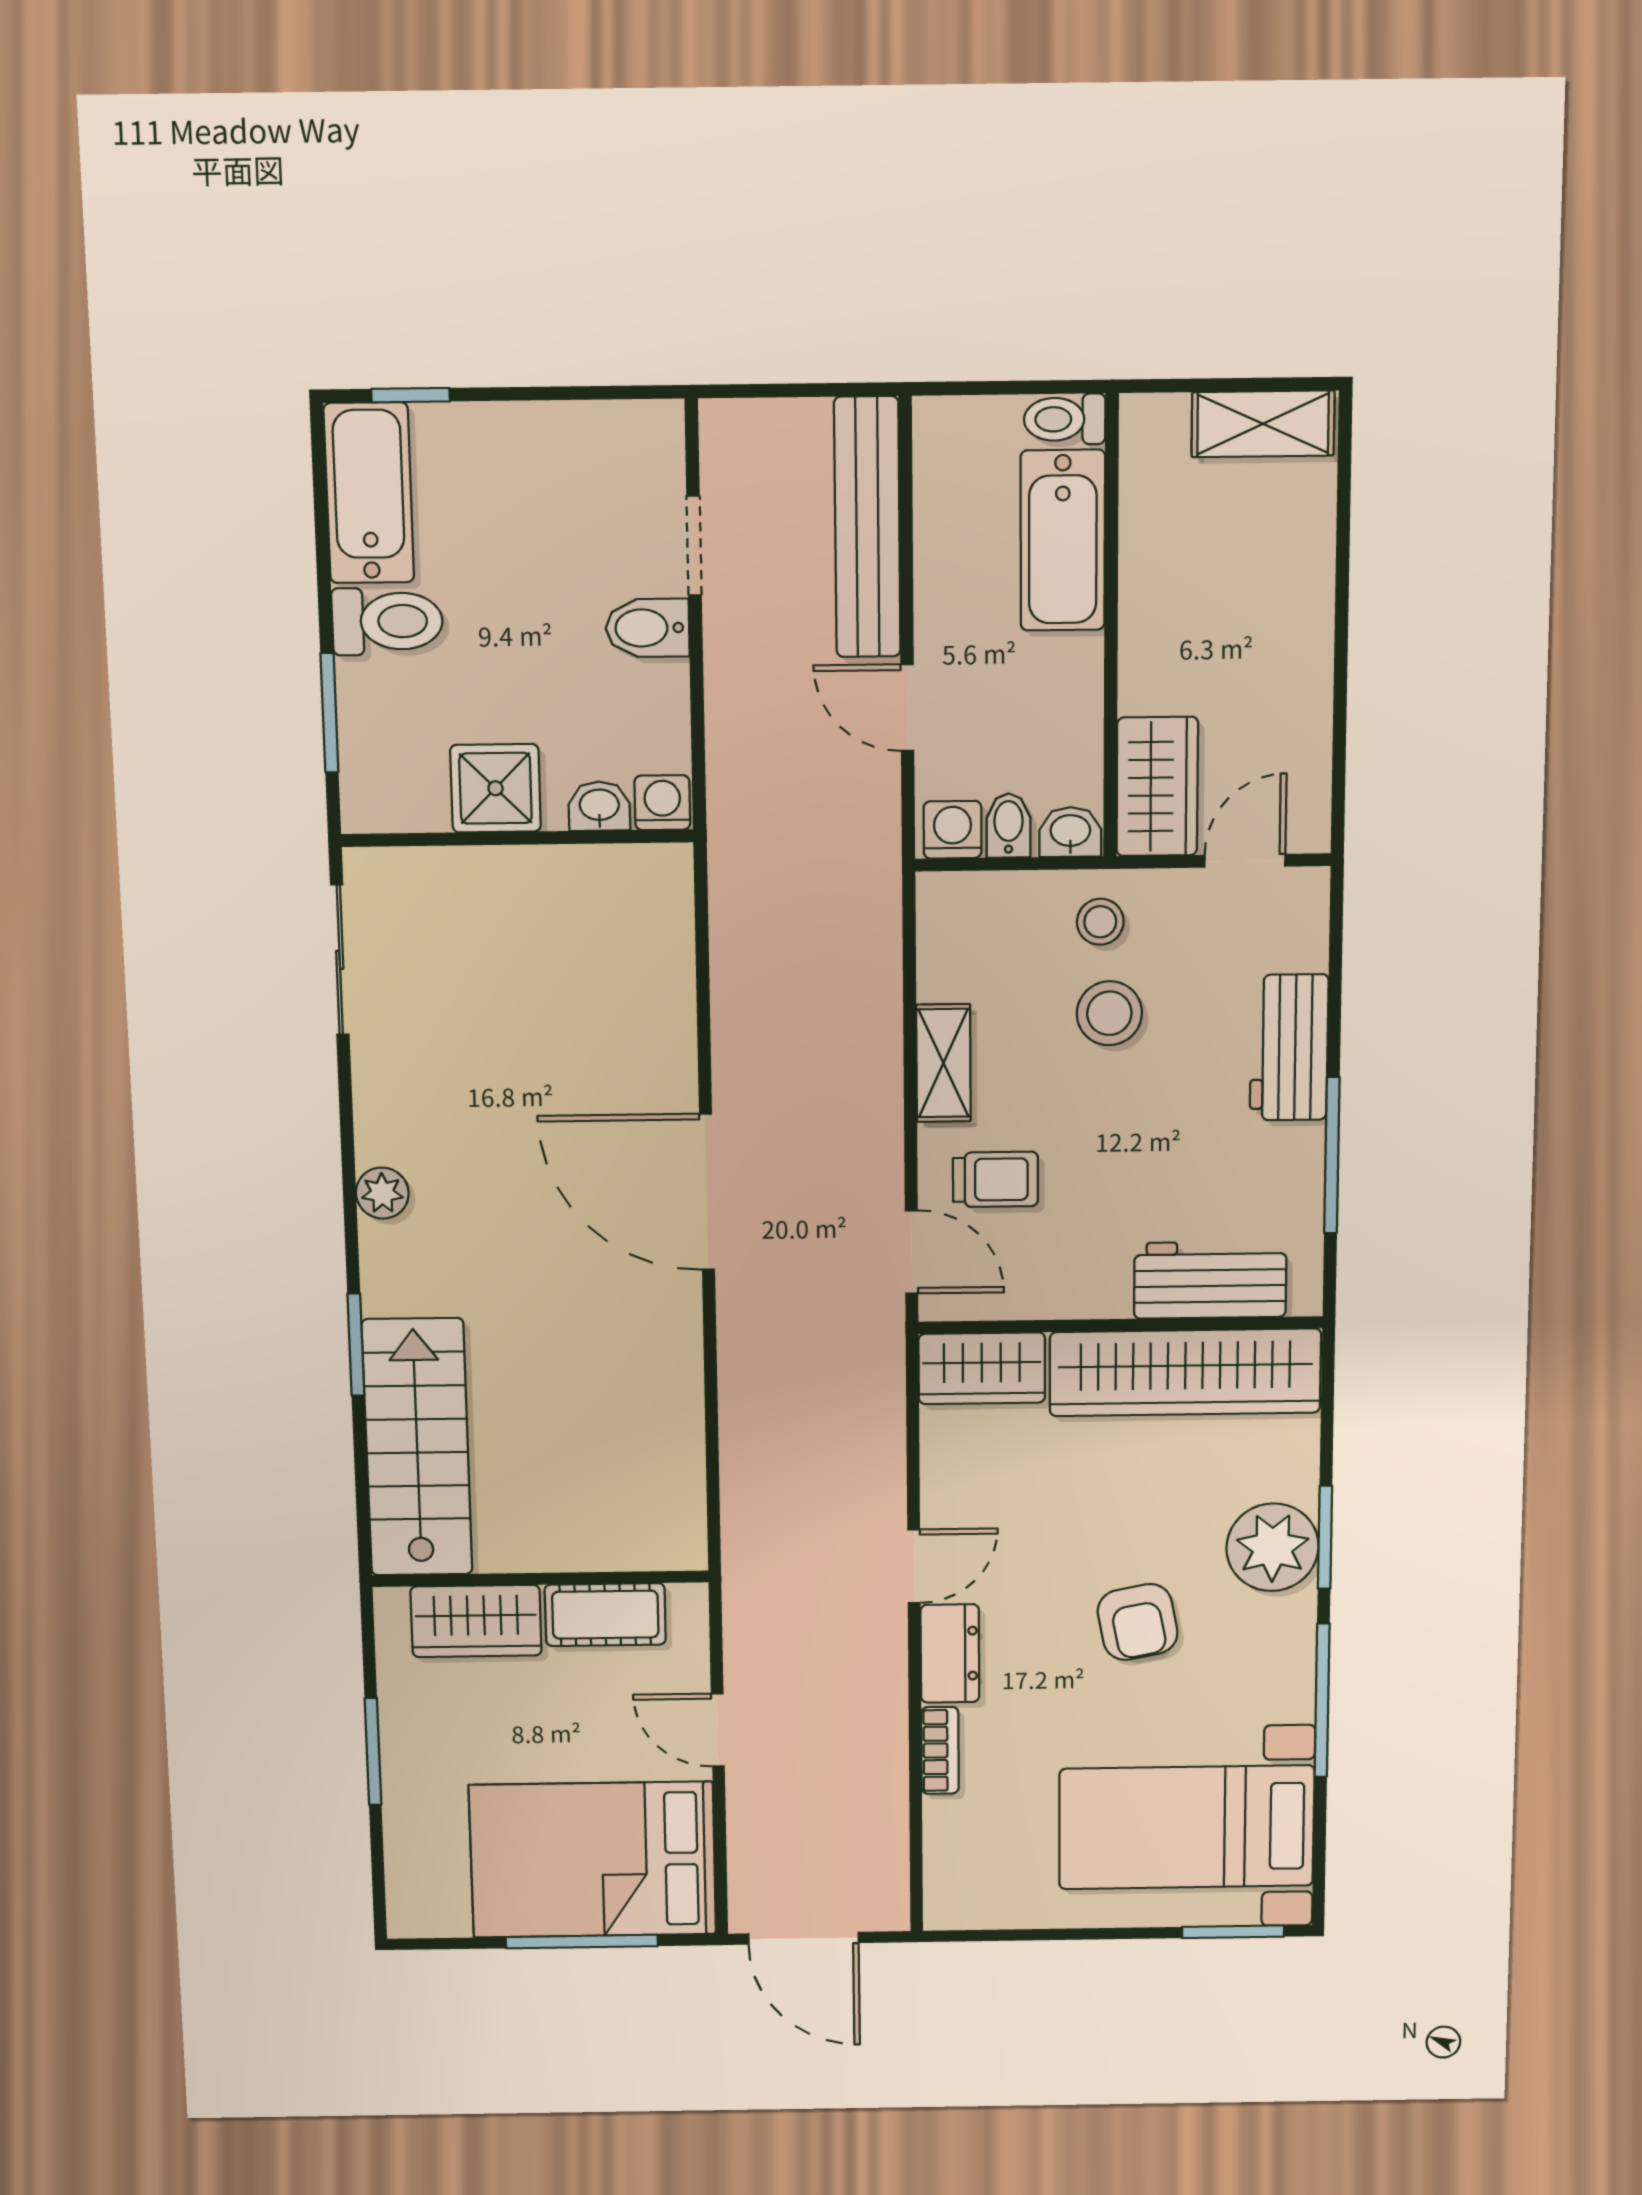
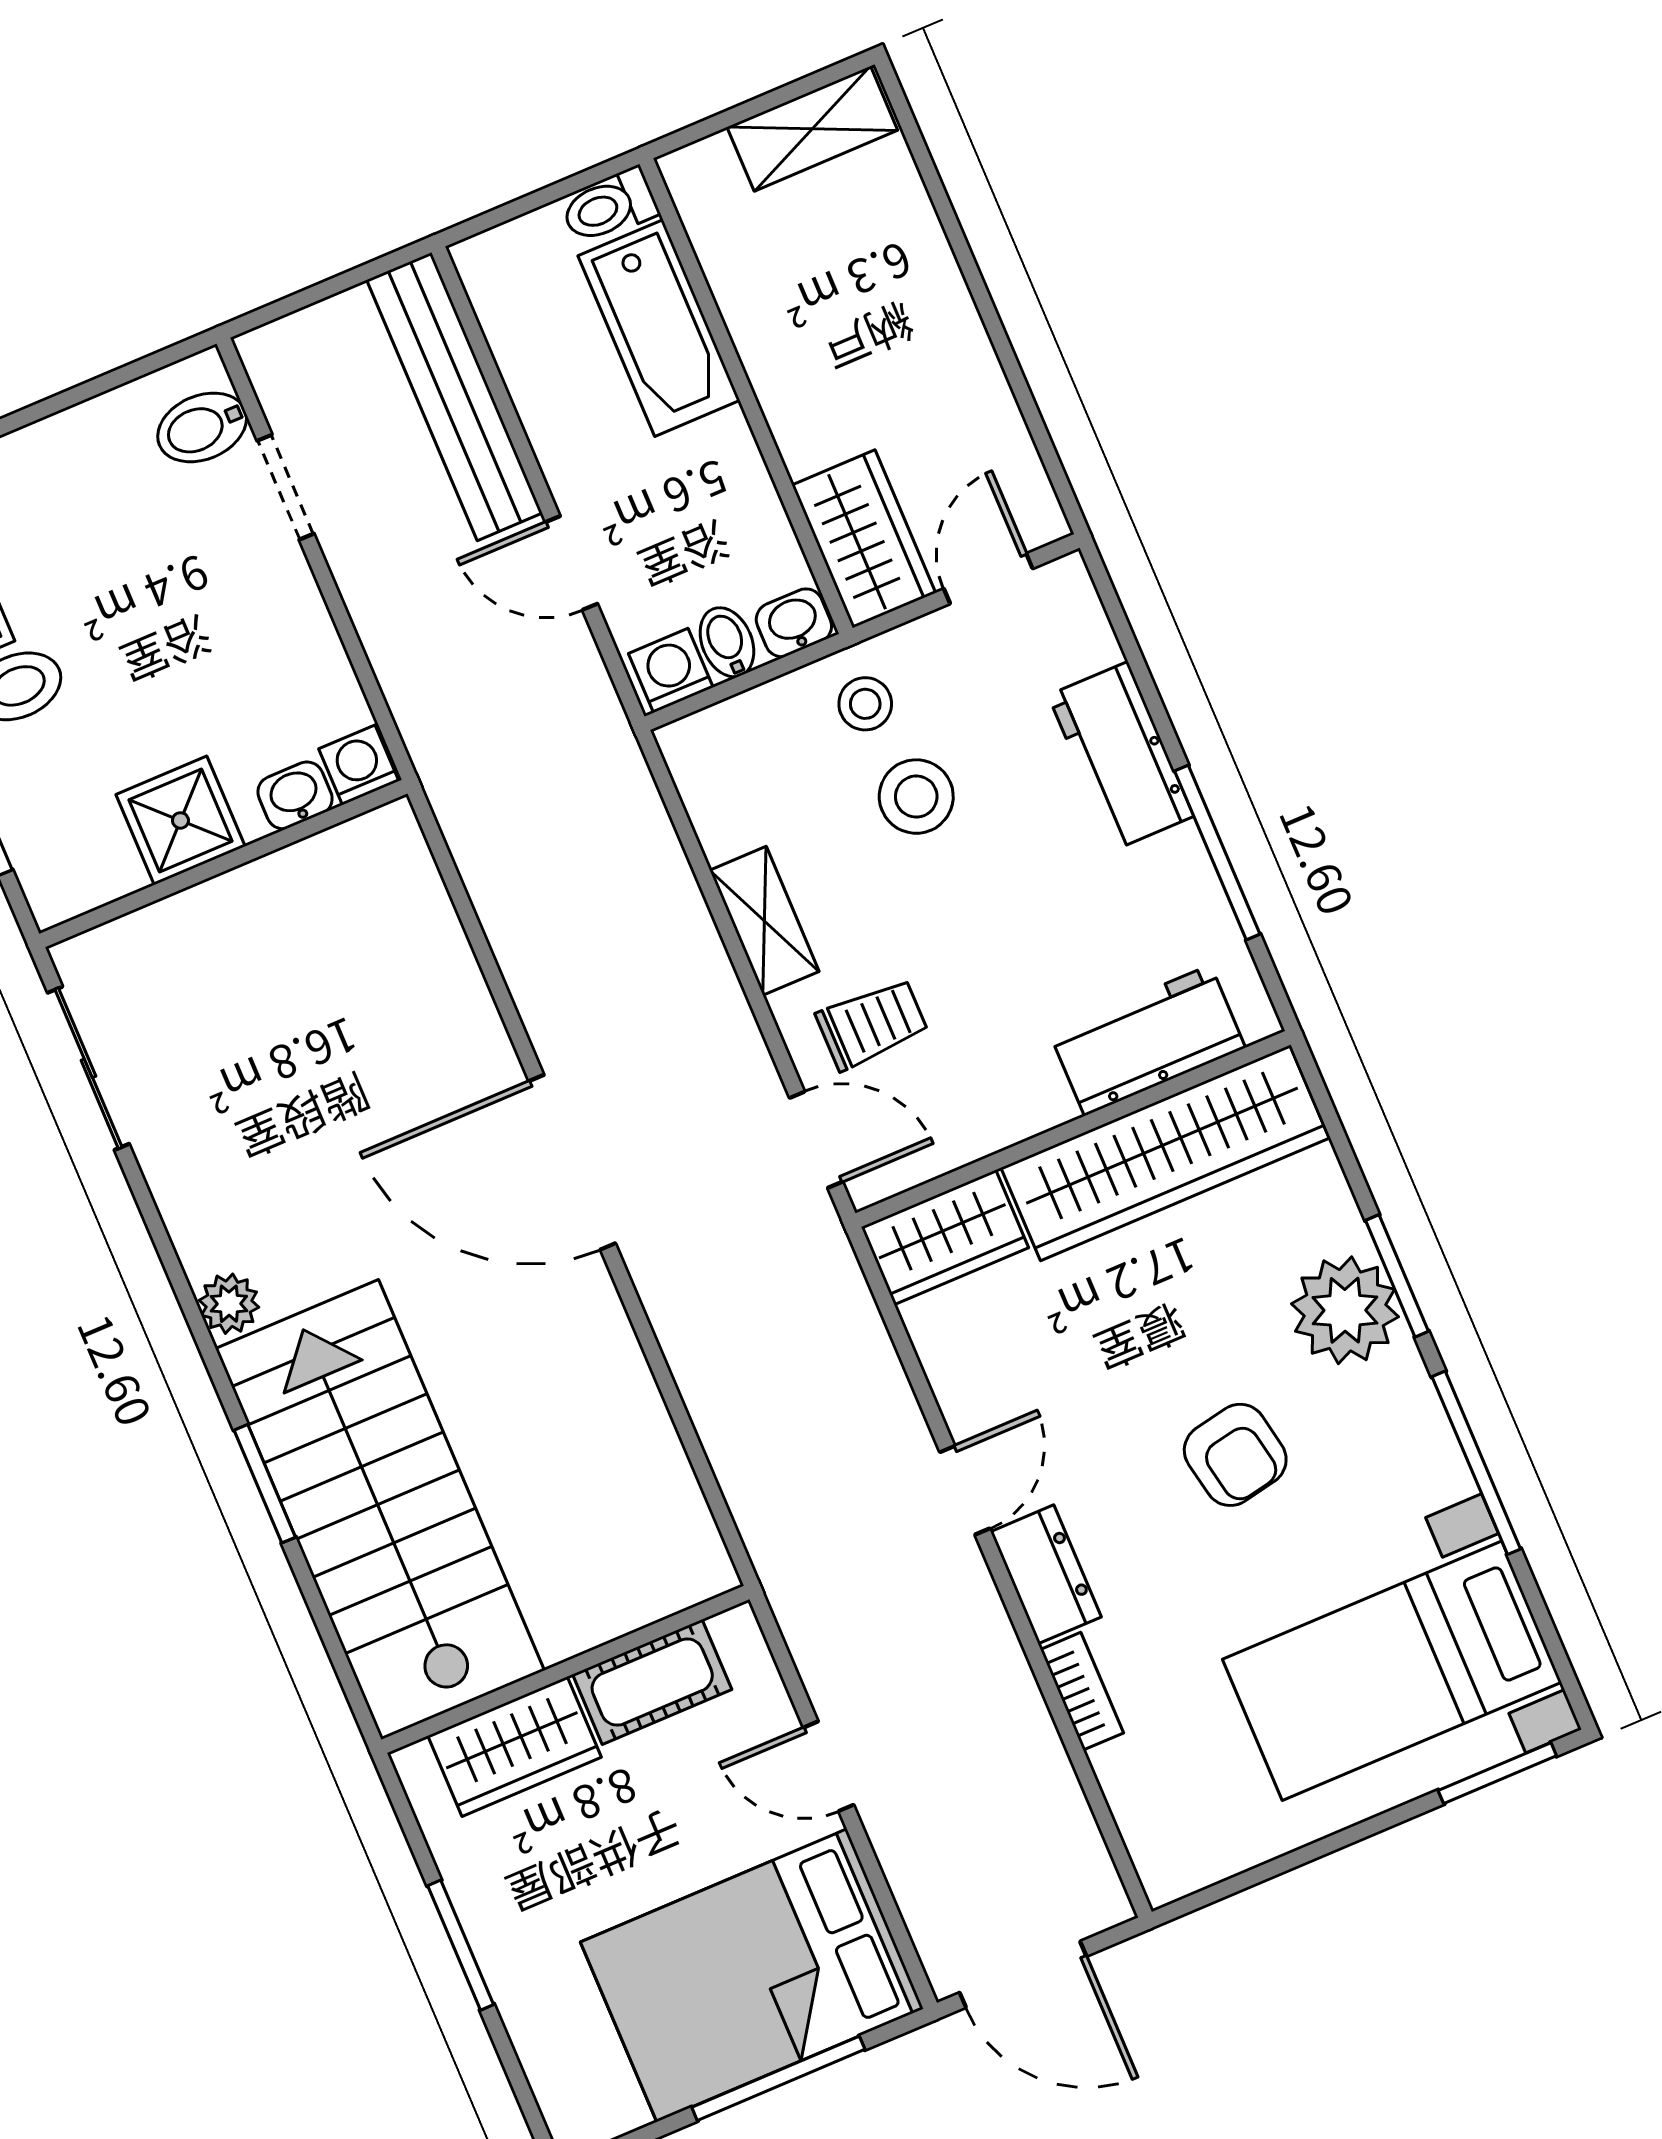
bidet: (647, 628) -> (202, 427), moved
stairs: (417, 1448) -> (380, 1509), width x1.36, depth x1.51

